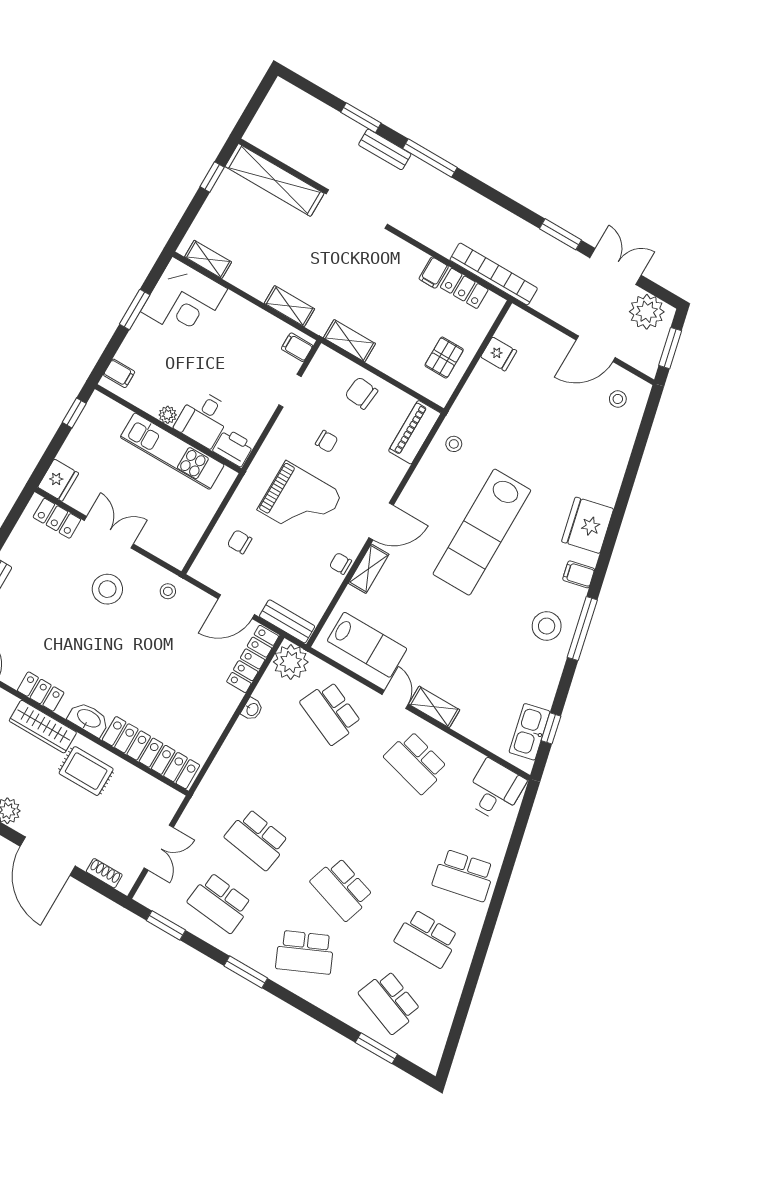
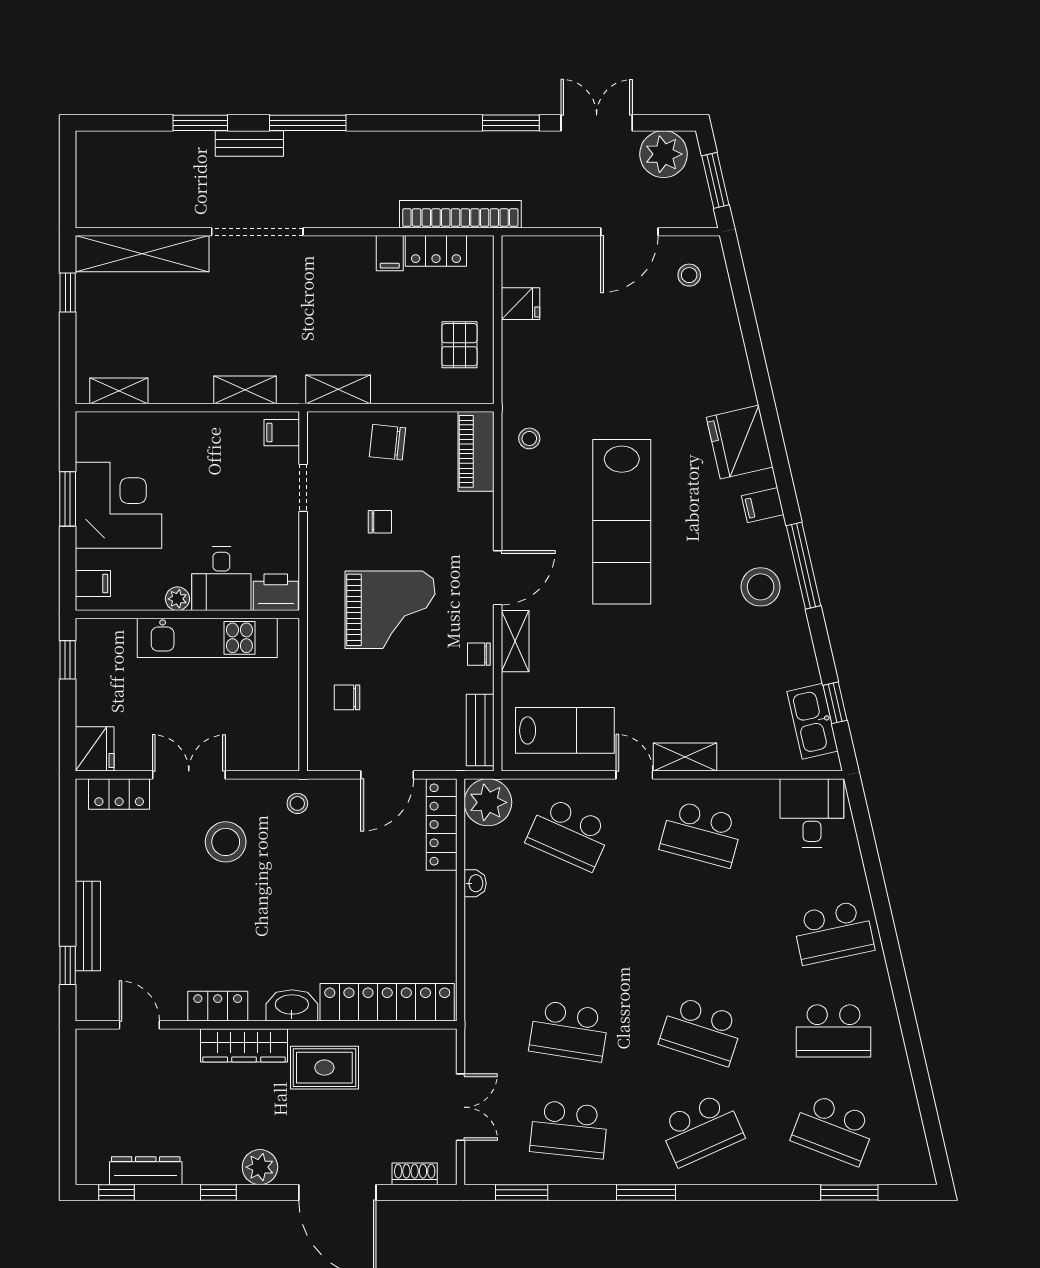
corner desk: (184, 300) -> (118, 505), moved, turned -90
bench: (287, 621) -> (480, 730), moved, turned 90

